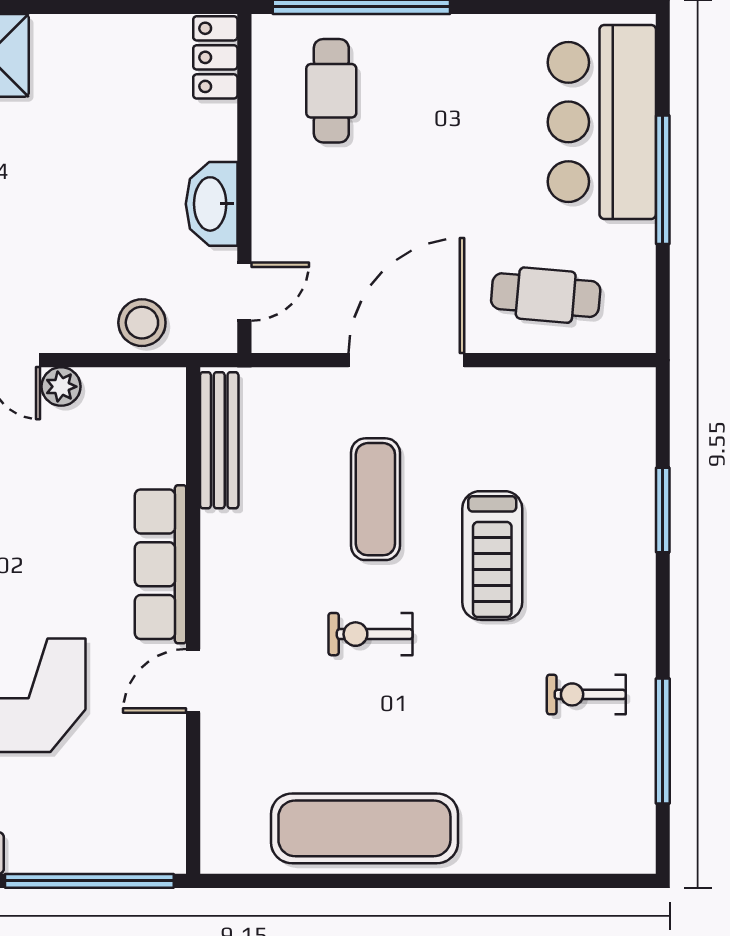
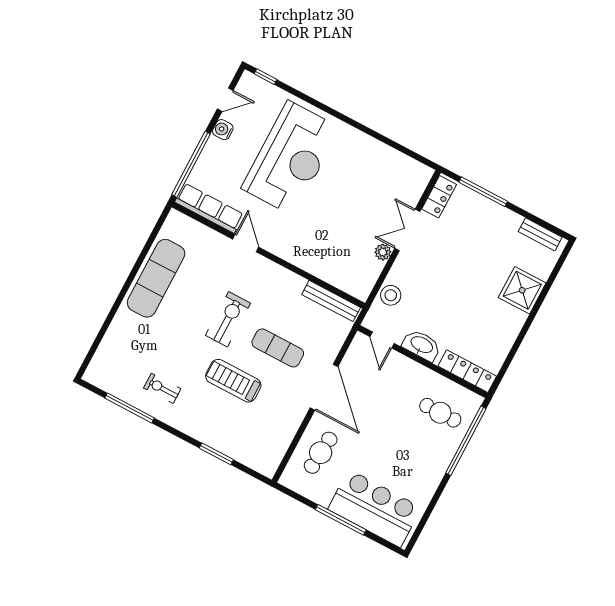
locker: (215, 57) -> (467, 371), width x1.53
row of seats: (161, 564) -> (209, 208), moved
exercise bike: (371, 634) -> (228, 319), width x1.38, depth x1.39
exercise bike: (586, 694) -> (162, 388), turned -90

